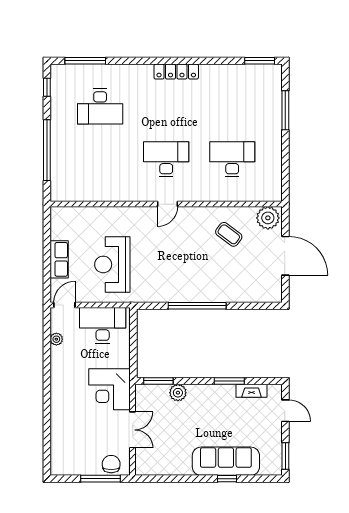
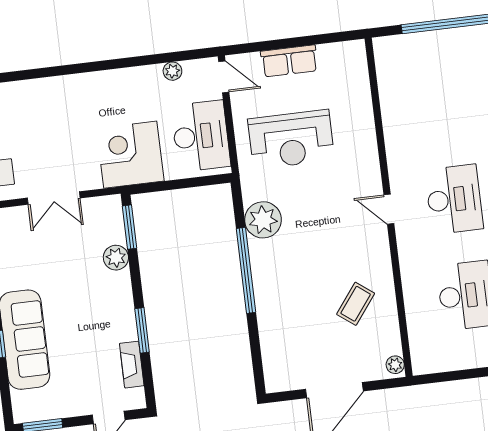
plant: (268, 218) -> (395, 365), width x0.53, depth x0.53
reception desk: (112, 264) -> (291, 139), turned 180
plant: (164, 290) -> (263, 220), added
corner desk: (109, 389) -> (130, 155), moved

